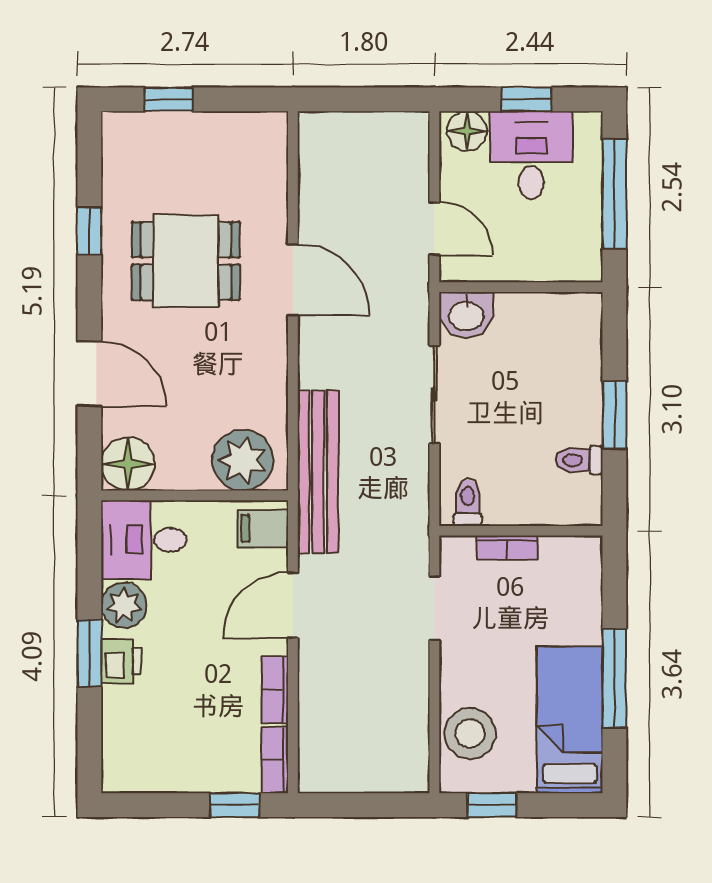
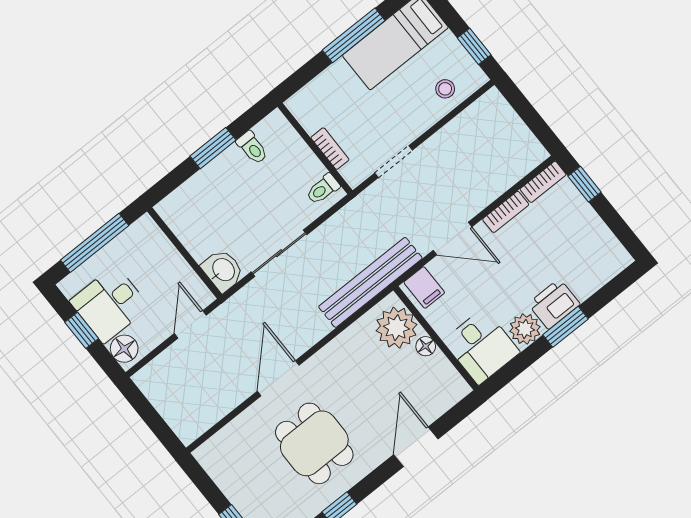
floor lamp: (128, 464) -> (426, 346), moved, width x0.53, depth x0.53
printer: (121, 661) -> (554, 304), width x1.36, depth x1.24
stool: (470, 733) -> (445, 89), width x0.53, depth x0.53

